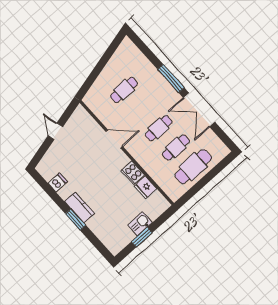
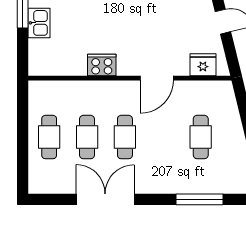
window: (171, 78) -> (199, 199), moved
cafe table: (193, 167) -> (49, 137), width x0.73, depth x0.74
fridge: (146, 187) -> (203, 65), moved

